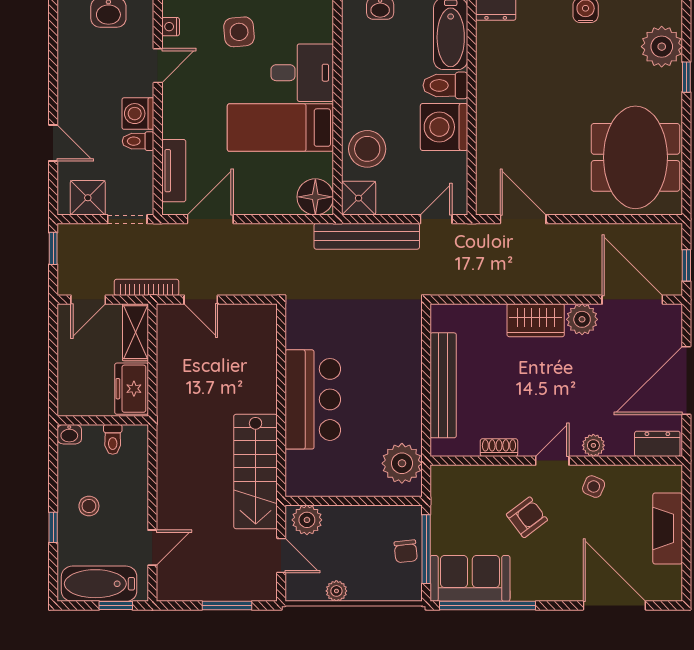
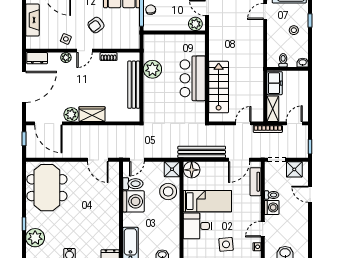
toilet: (445, 85) -> (133, 184), moved
bench: (367, 236) -> (202, 152), moved
door: (201, 300) -> (243, 123), hinge flipped
plant: (402, 463) -> (152, 69), moved
stairs: (256, 471) -> (219, 87), moved

